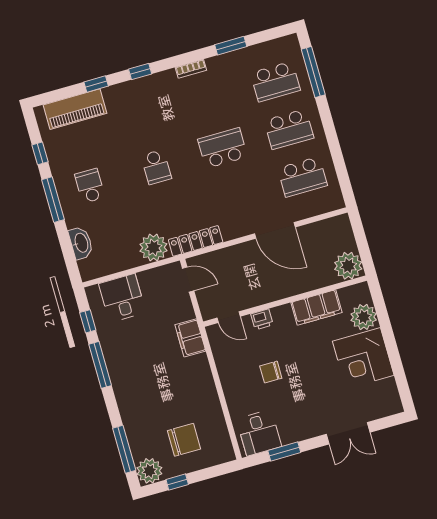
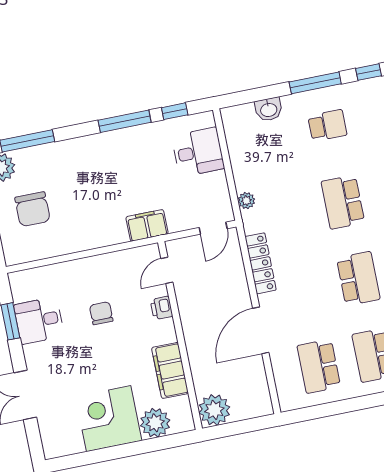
school desk: (156, 167) -> (343, 202), width x1.85
locker: (196, 241) -> (261, 263), moved
washbasin: (81, 243) -> (269, 109), width x0.72
plant: (153, 248) -> (246, 201), width x0.53, depth x0.53
desk: (259, 433) -> (39, 320), moved

